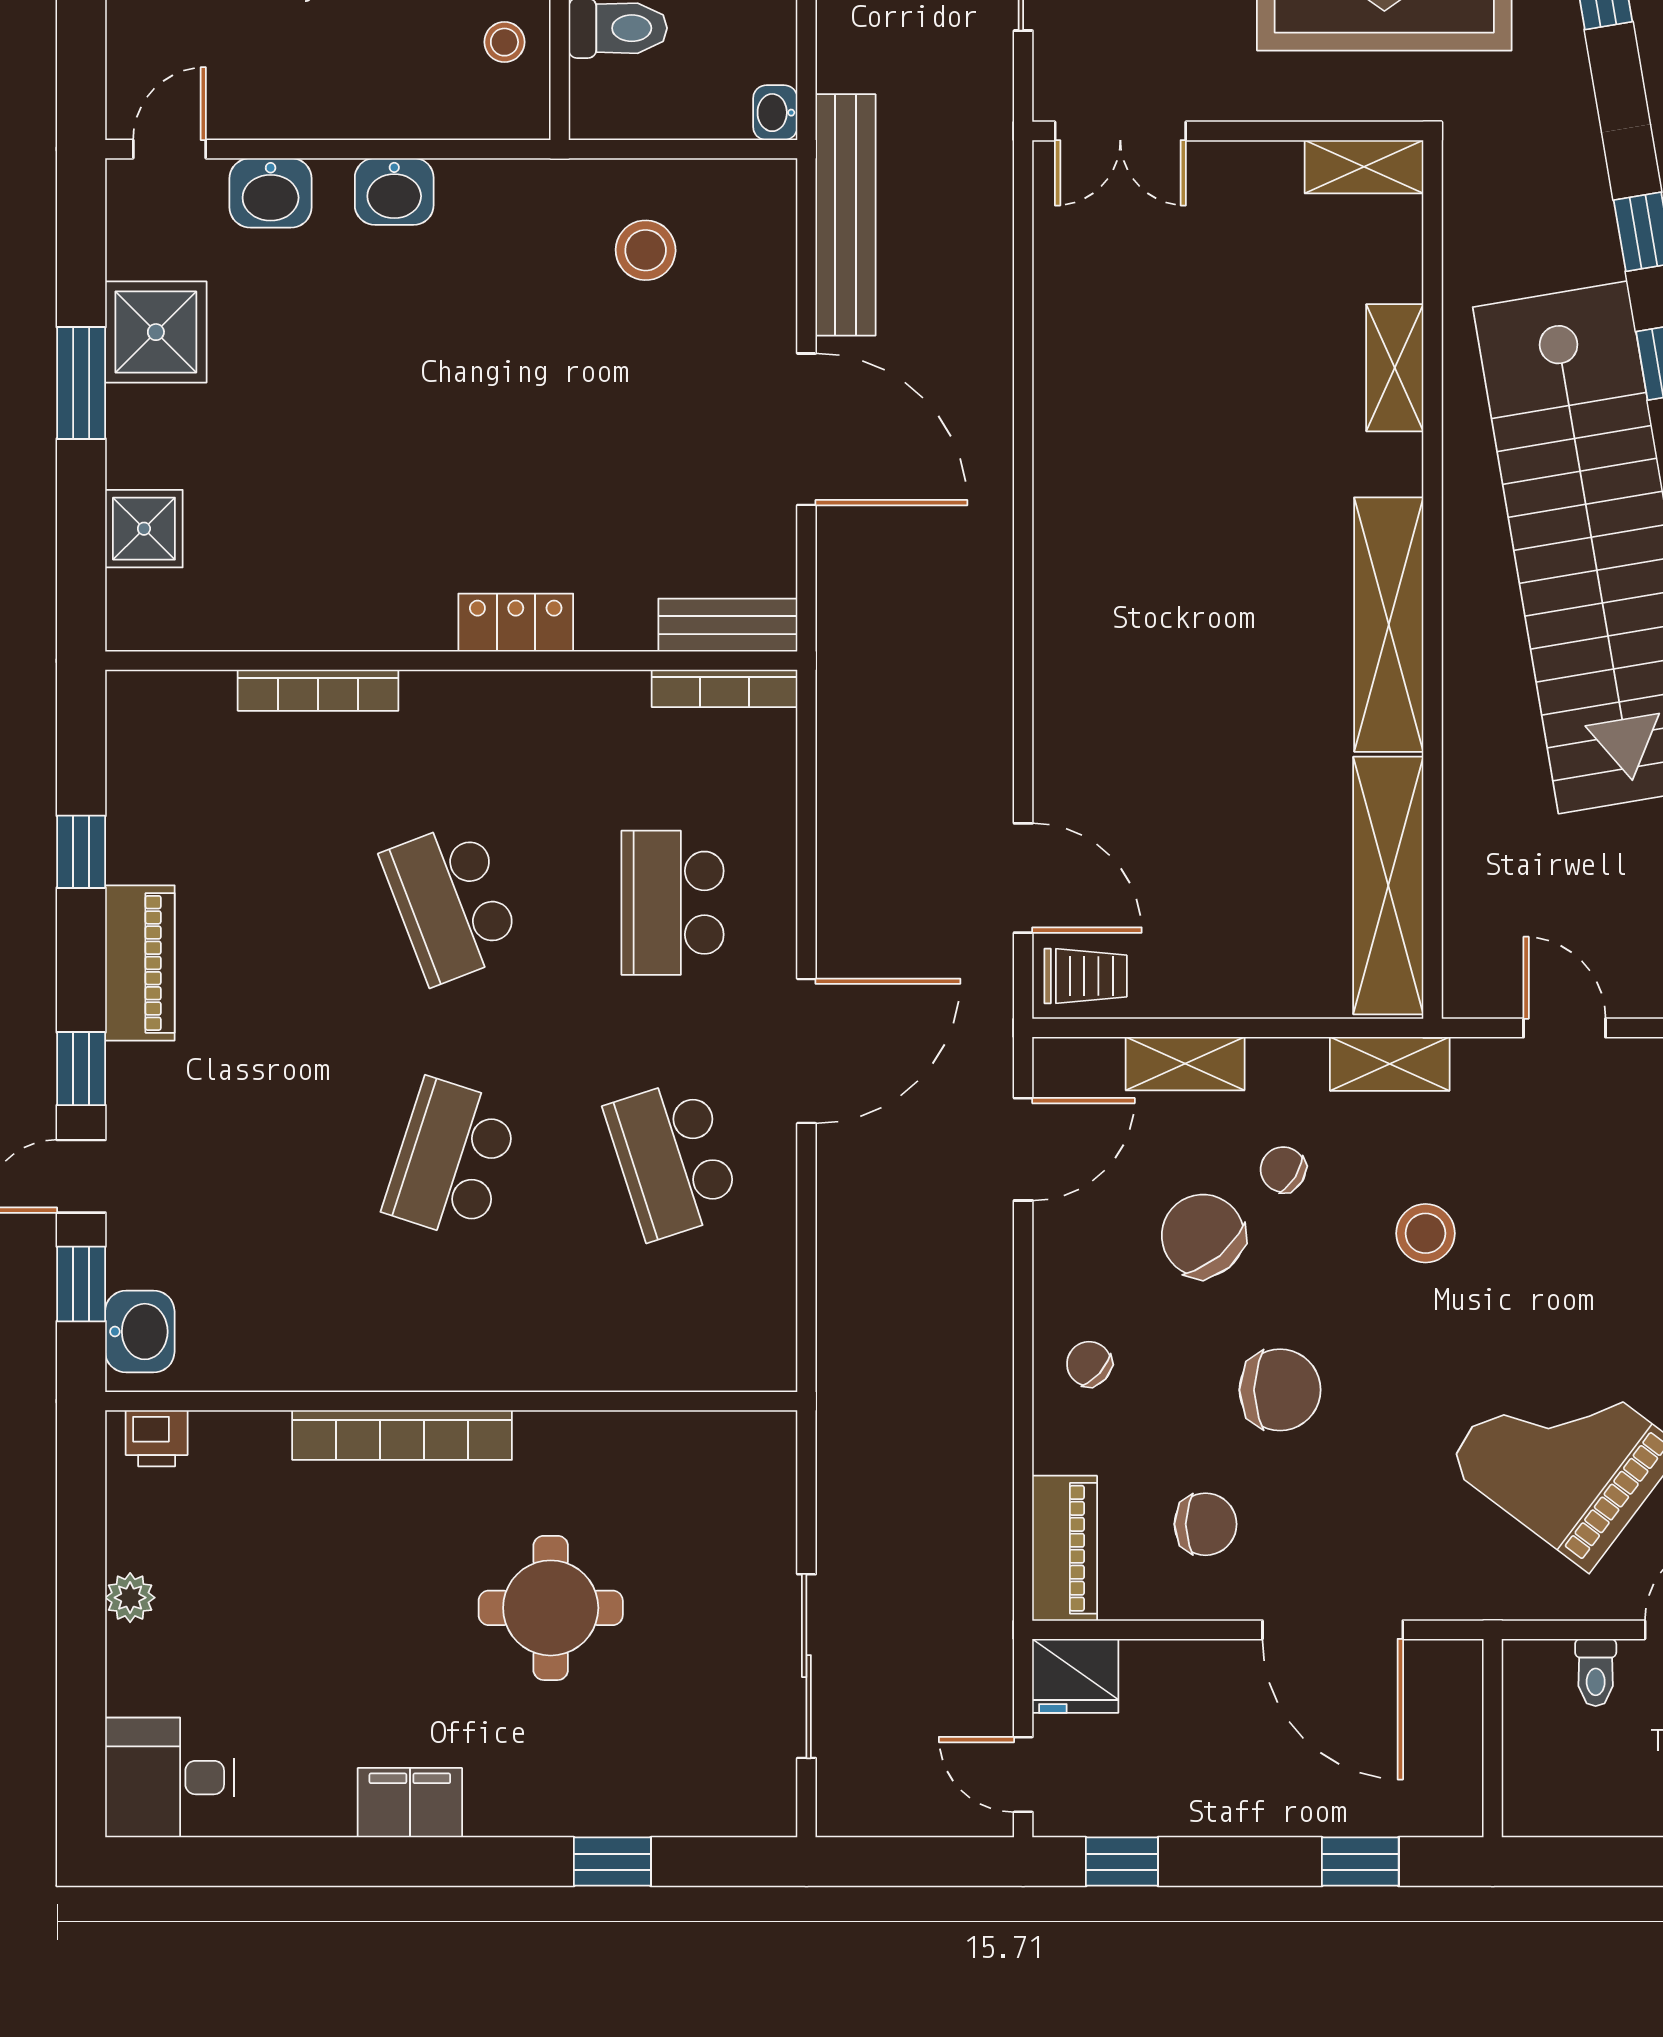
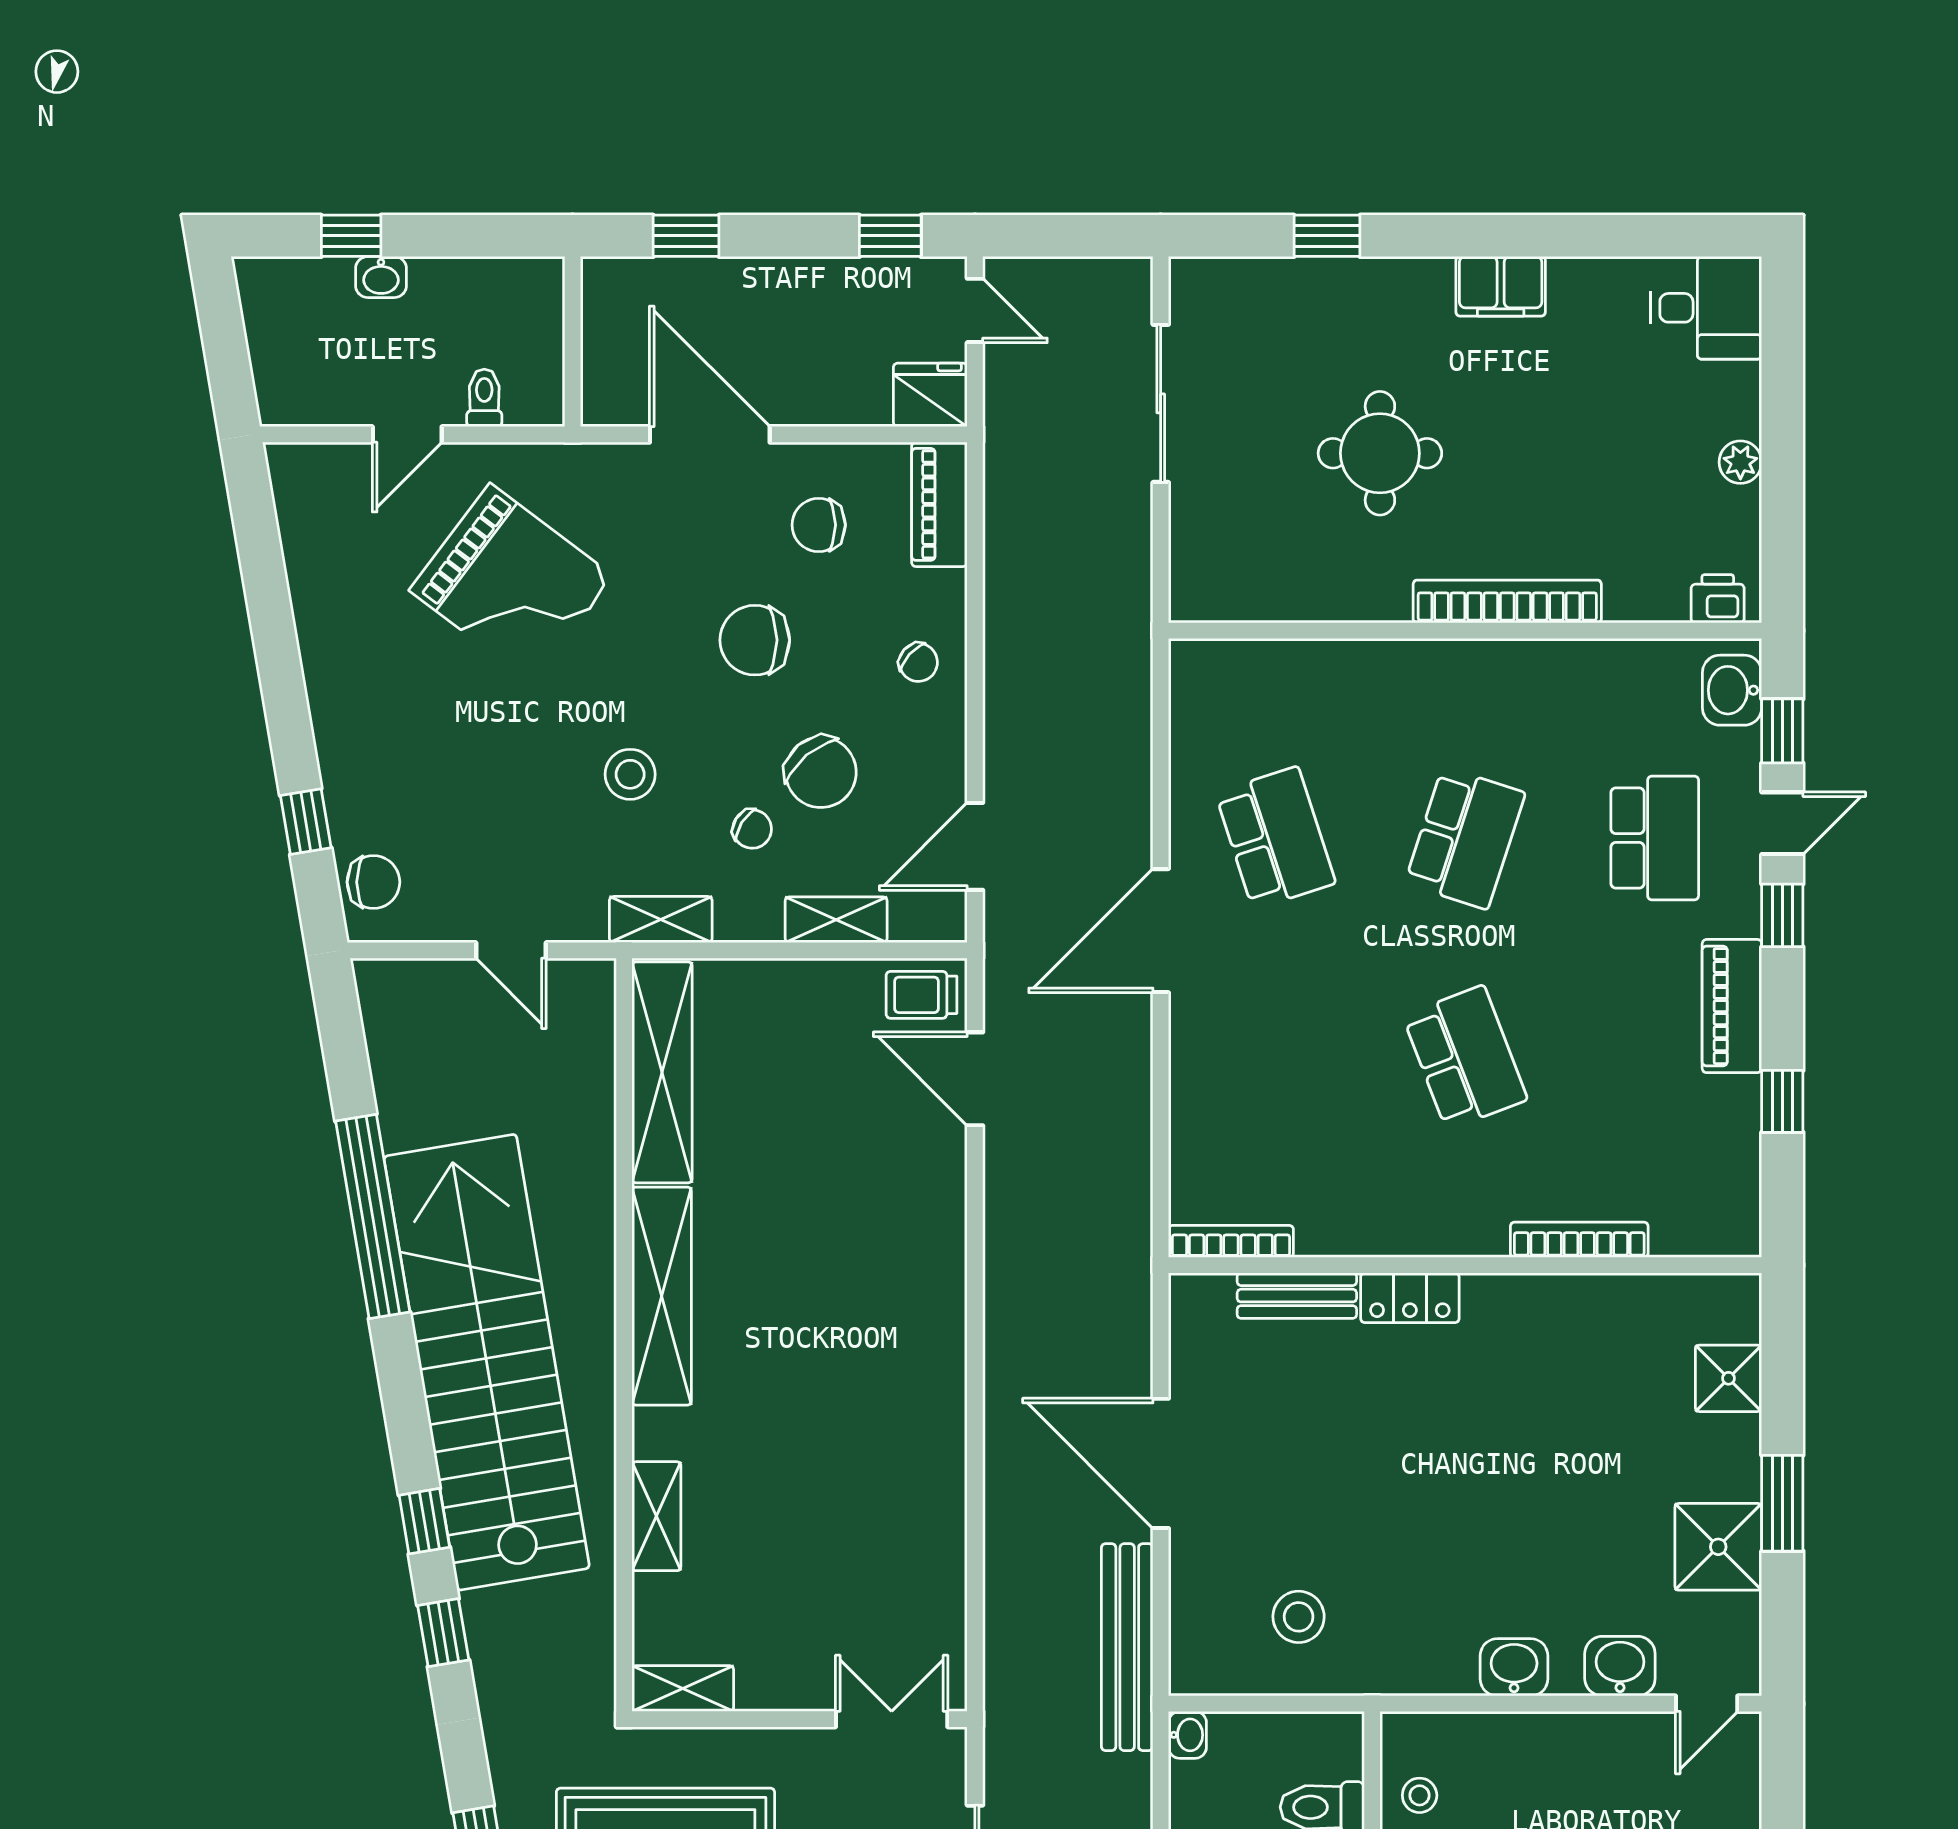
bench: (728, 625) -> (1297, 1296), moved
school desk: (673, 903) -> (1655, 838), moved

